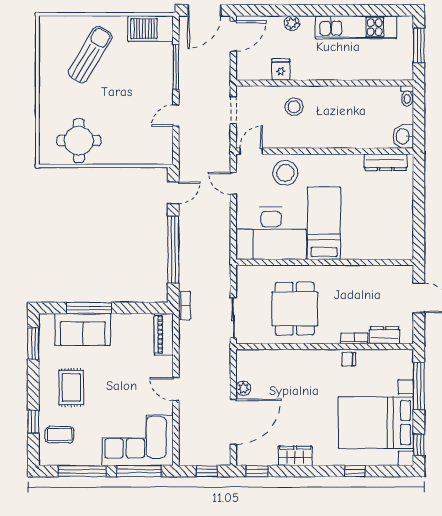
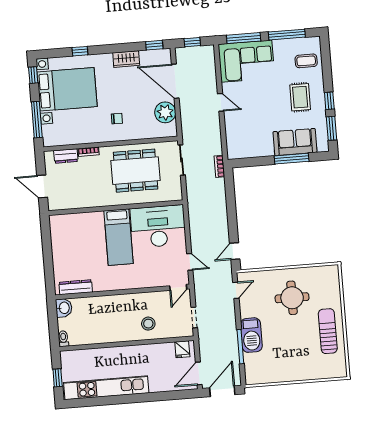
plant: (292, 23) -> (155, 387), removed
kitchen unit: (356, 27) -> (106, 388), width x1.36
barbecue: (151, 29) -> (251, 335), moved, turned 90
window: (419, 45) -> (58, 378), width x0.67
sun lounger: (90, 55) -> (328, 331), moved, turned 149
fridge: (281, 70) -> (182, 349), moved
door: (176, 115) -> (236, 290), moved
round table: (79, 141) -> (292, 298), moved
stool: (285, 173) -> (151, 273), removed
window: (173, 250) -> (231, 208), removed
dining table: (295, 309) -> (136, 171), width x1.38
piano: (164, 334) -> (233, 143), removed
chair: (349, 359) -> (117, 119), moved
plant: (243, 388) -> (165, 112), width x1.88, depth x1.88
window: (33, 422) -> (329, 101), moved
door: (233, 422) -> (175, 81), hinge flipped

